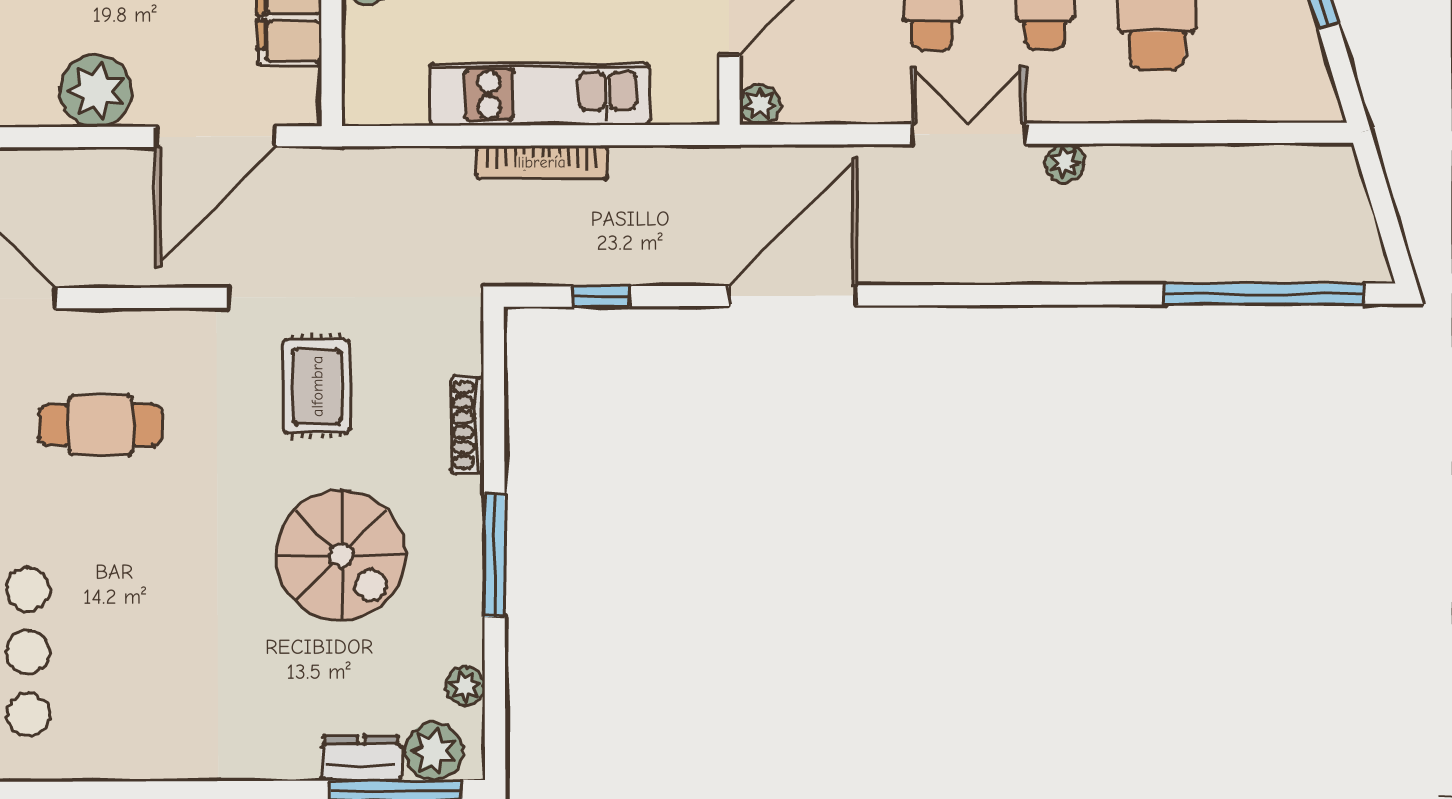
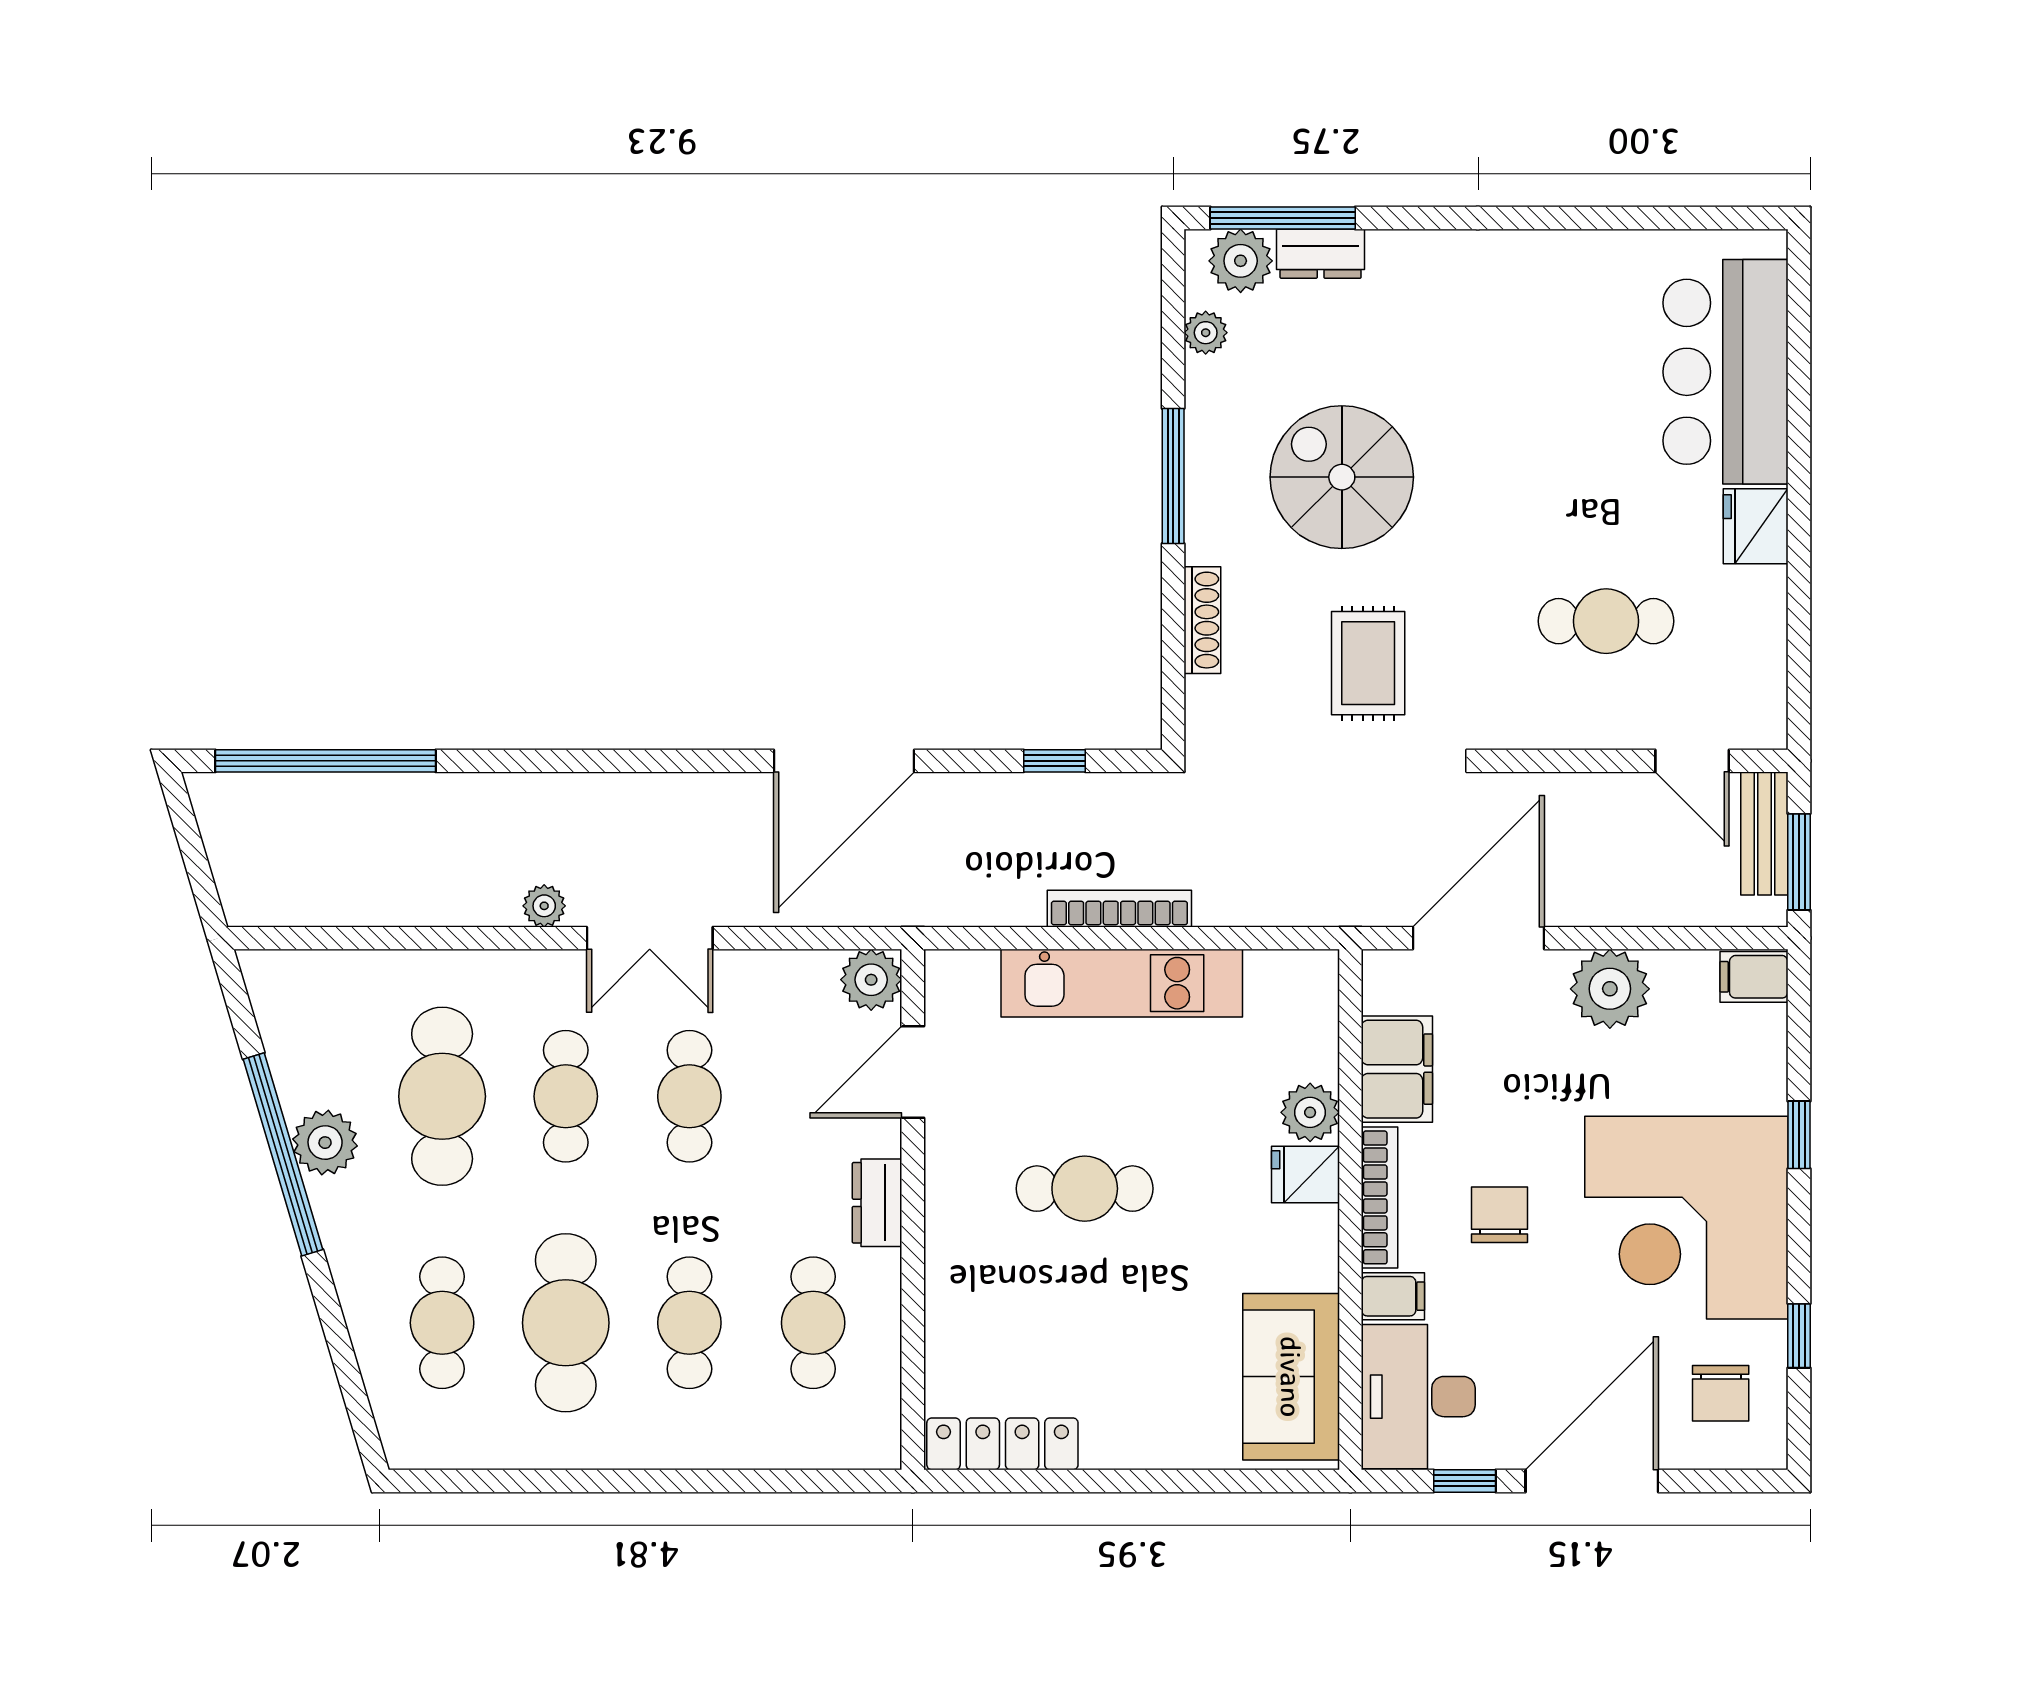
plant: (760, 104) -> (871, 980), width x1.38, depth x1.38

